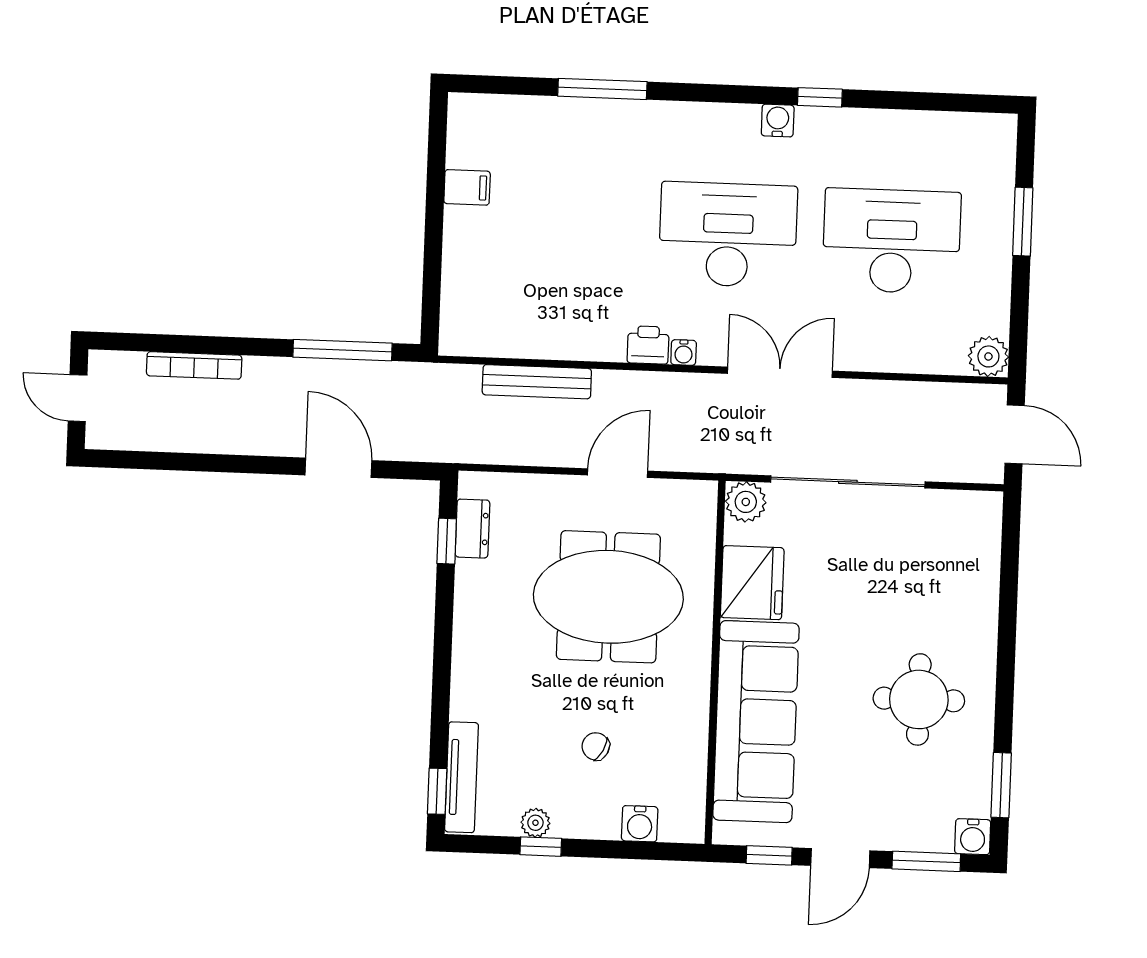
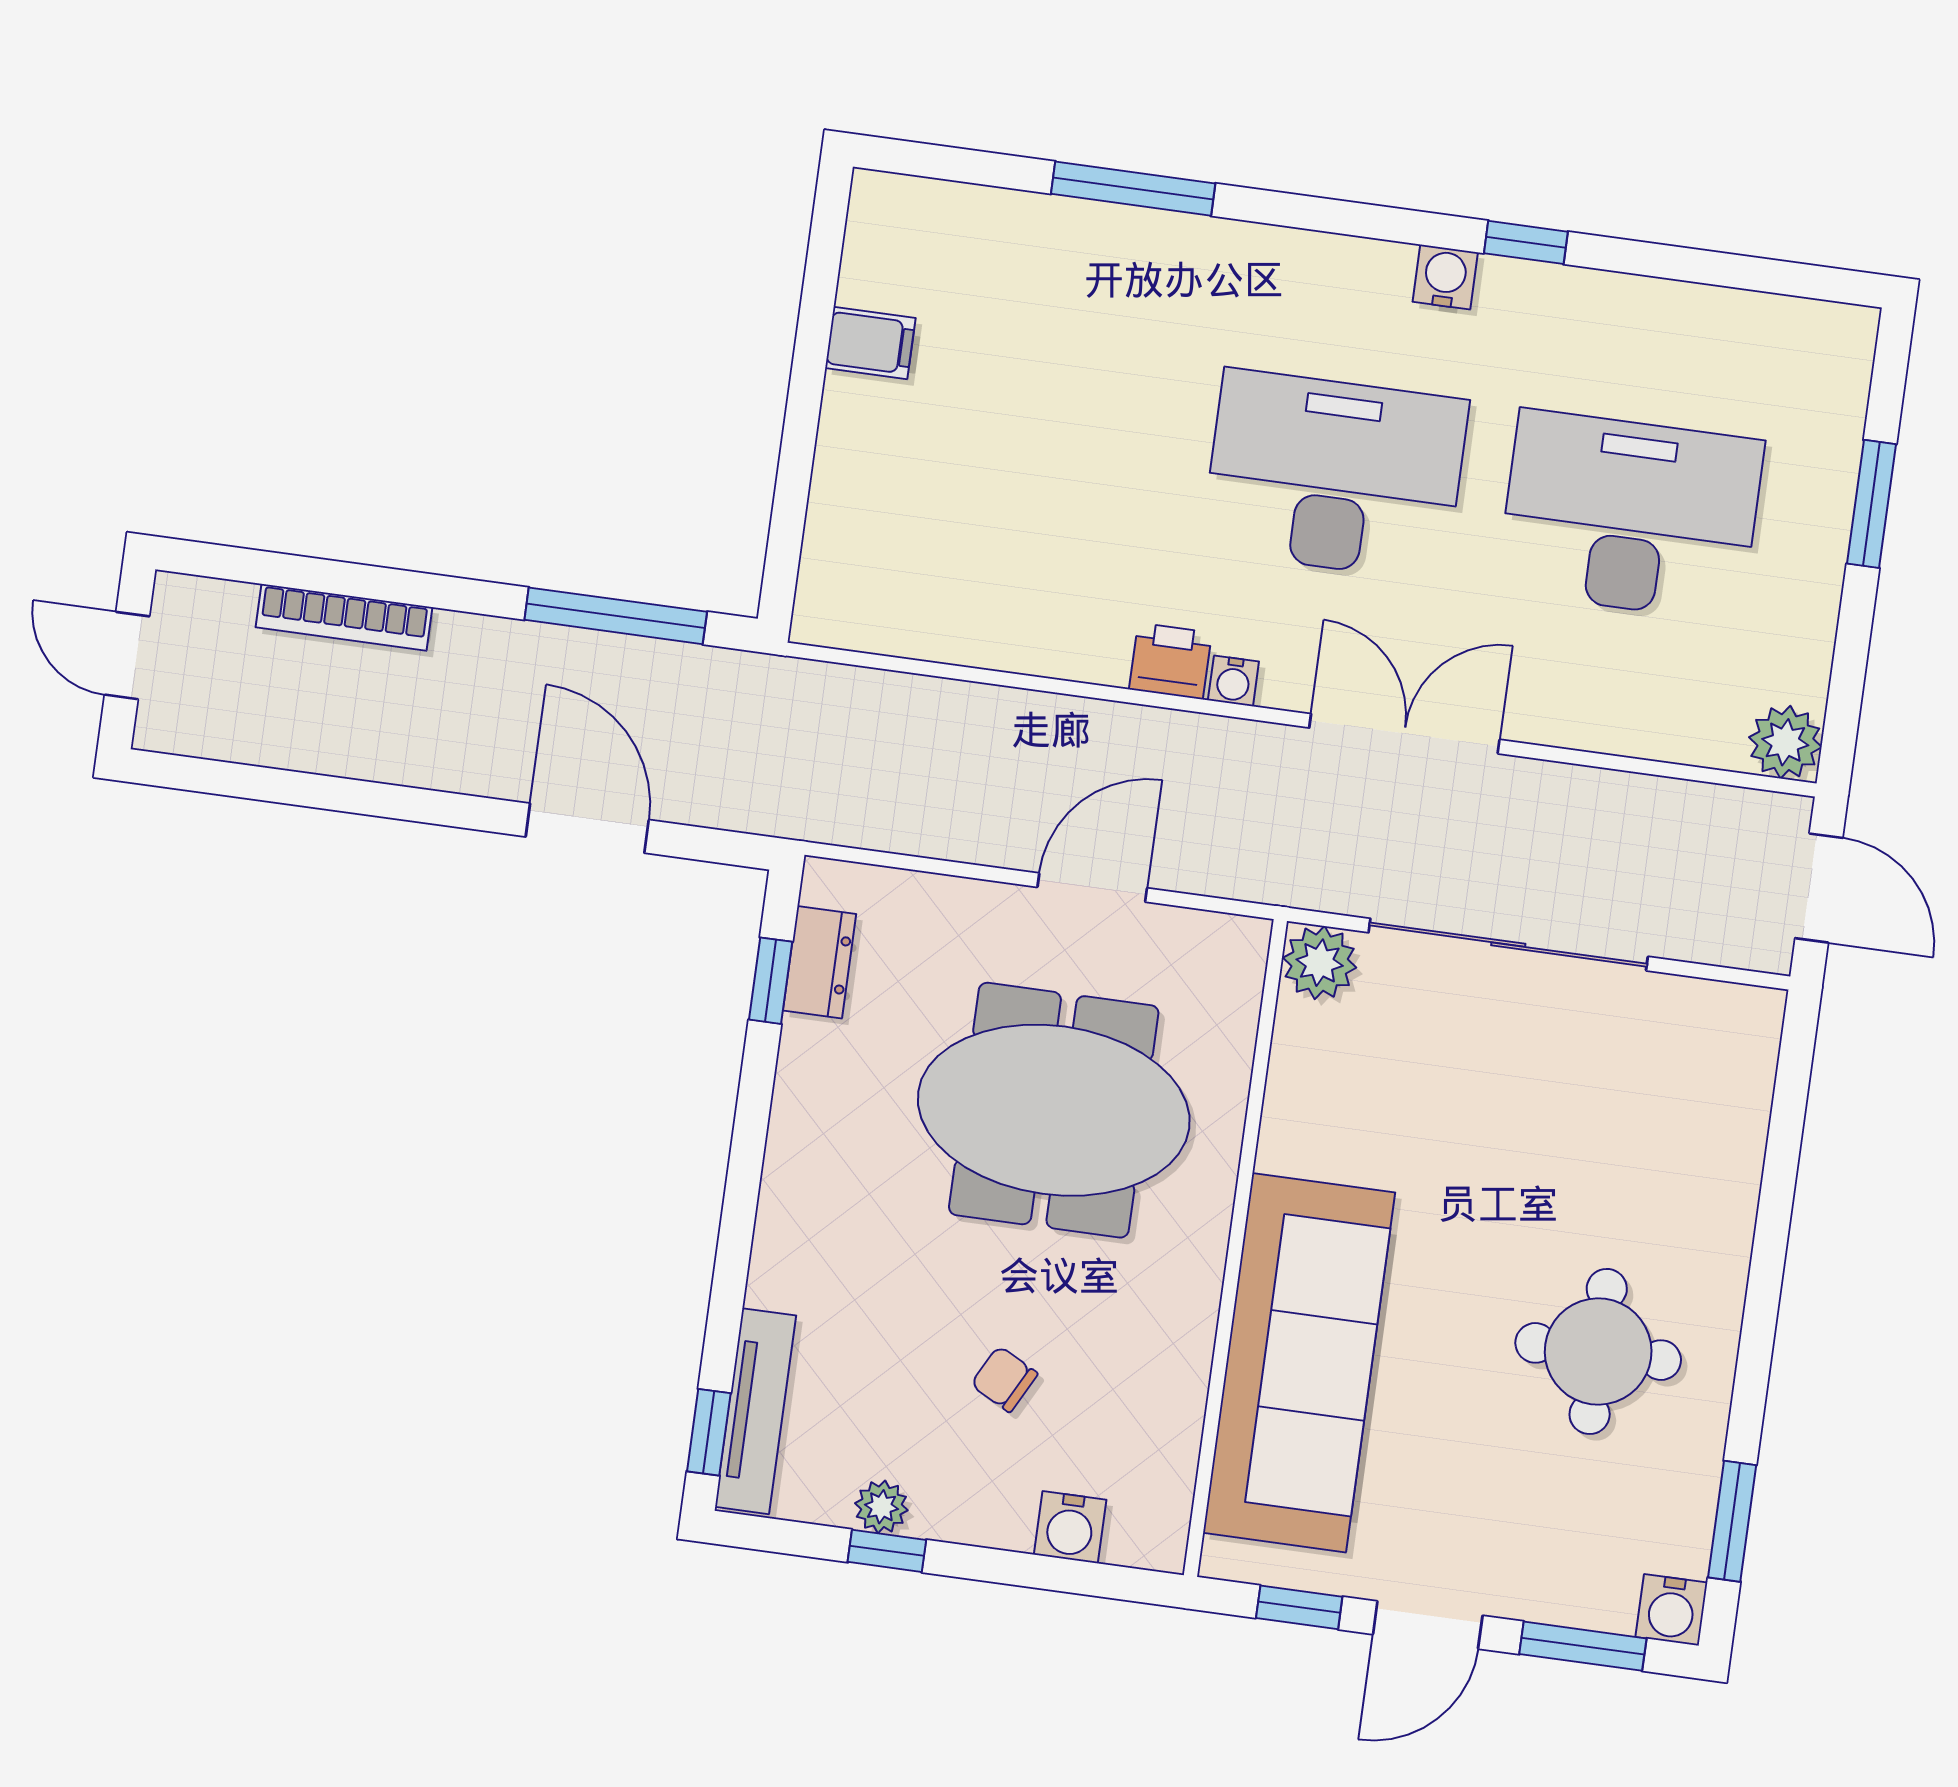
bench: (537, 382) -> (962, 708), removed
fridge: (752, 583) -> (1317, 1110), removed

